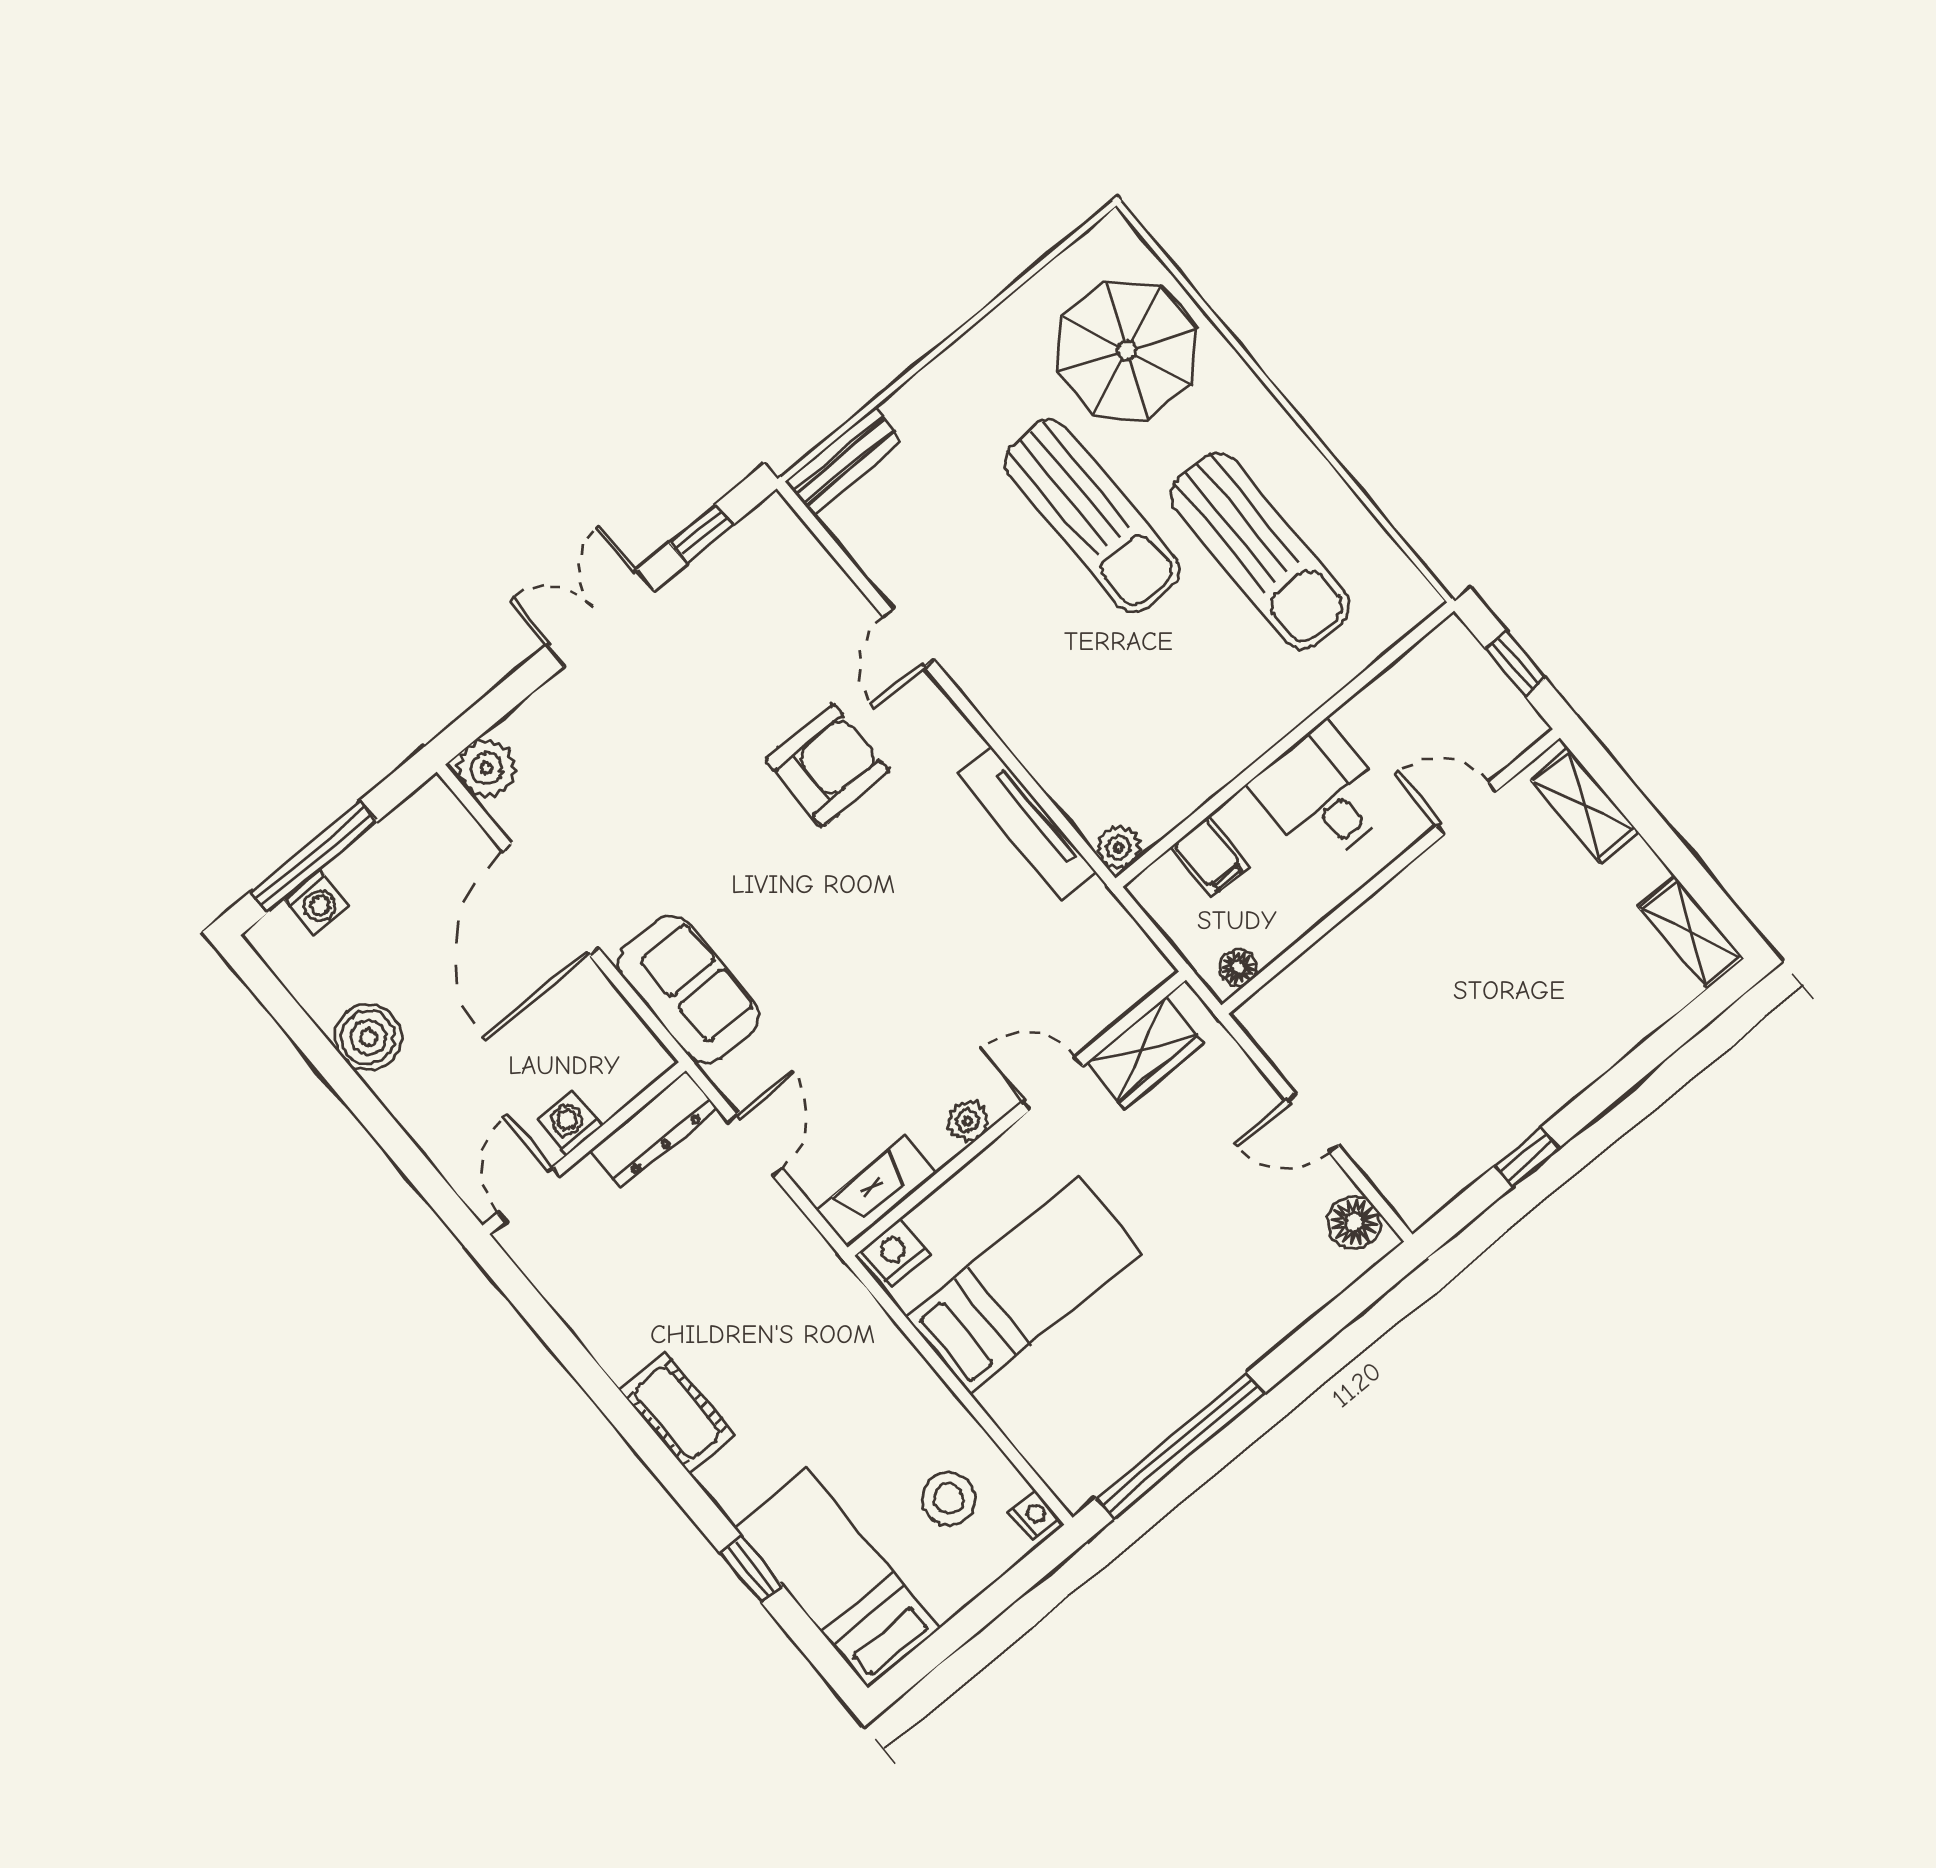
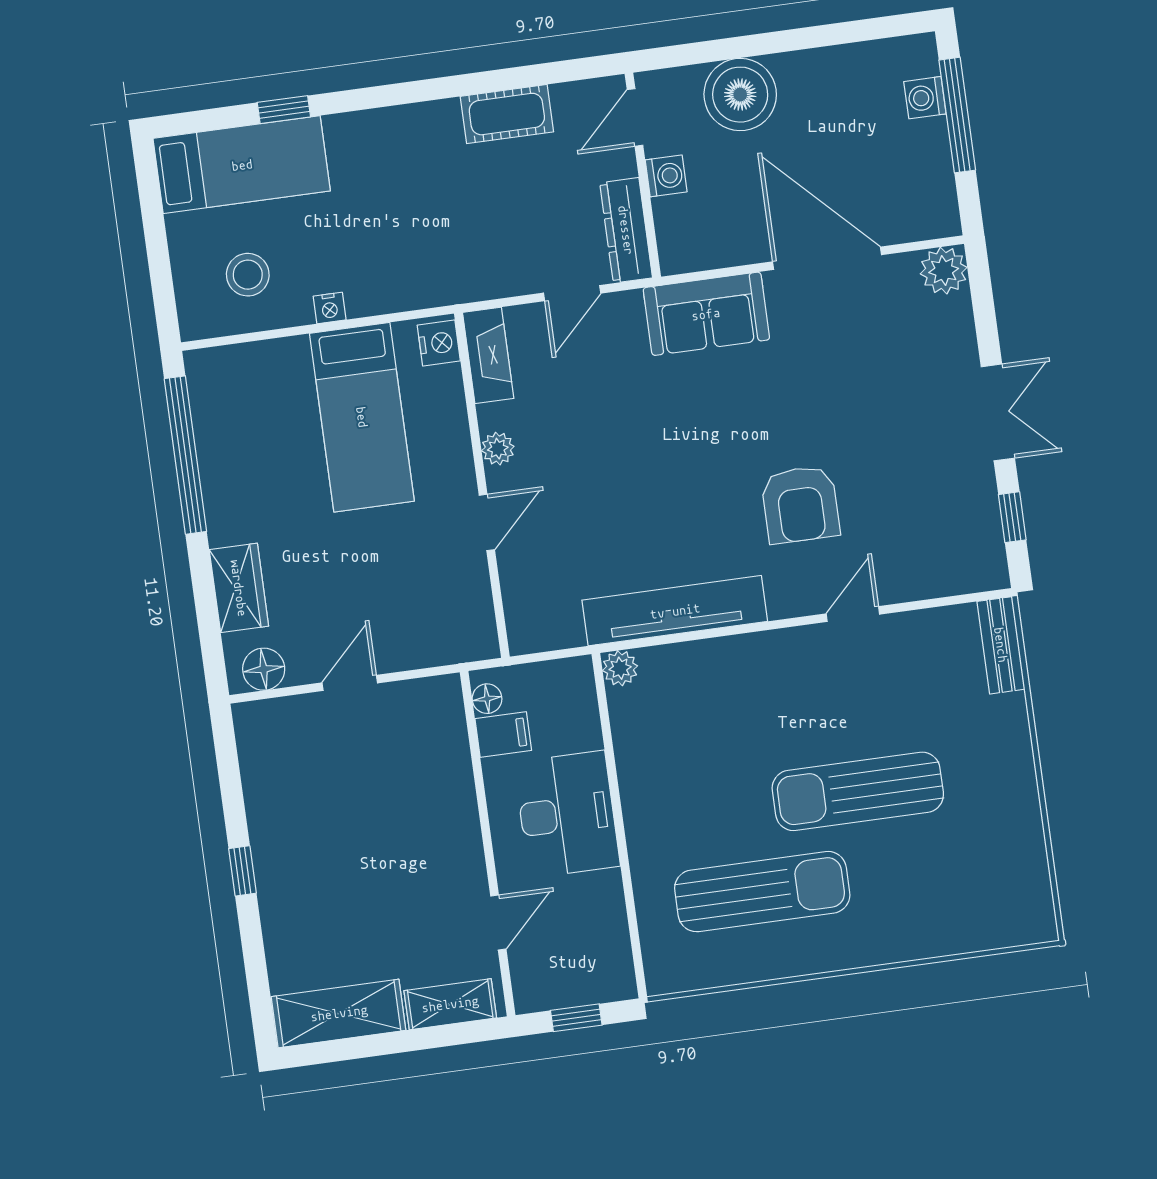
parasol: (1127, 351) -> (956, 886), removed
sun lounger: (1260, 551) -> (762, 892), turned 180
door: (908, 638) -> (853, 614), hinge flipped
desk: (1322, 795) -> (567, 814), width x1.37
tv unit: (1027, 824) -> (675, 611), width x1.36, depth x1.29
filing cabinet: (1210, 856) -> (503, 735), moved, turned 180
shelving: (1691, 932) -> (339, 1013), width x1.50, depth x1.33
boiler: (368, 1037) -> (740, 95), moved, width x1.37, depth x1.37
wardrobe: (1145, 1053) -> (239, 588), moved, turned 180
door: (755, 1145) -> (572, 293), hinge flipped
window: (1526, 1157) -> (242, 871), moved
door: (529, 1194) -> (635, 117), swing flipped
cot: (677, 1413) -> (507, 114), moved
nightstand: (1034, 1515) -> (330, 308), moved

